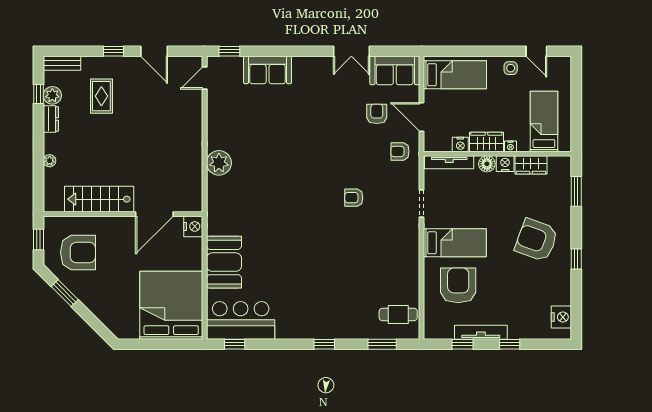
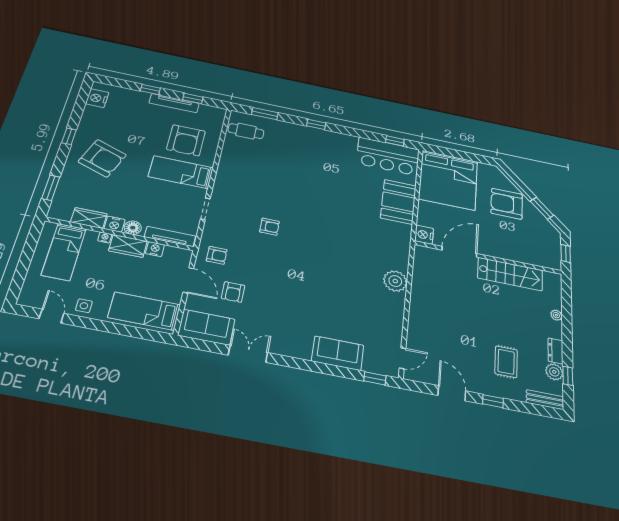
armchair: (78, 253) -> (507, 204), moved

